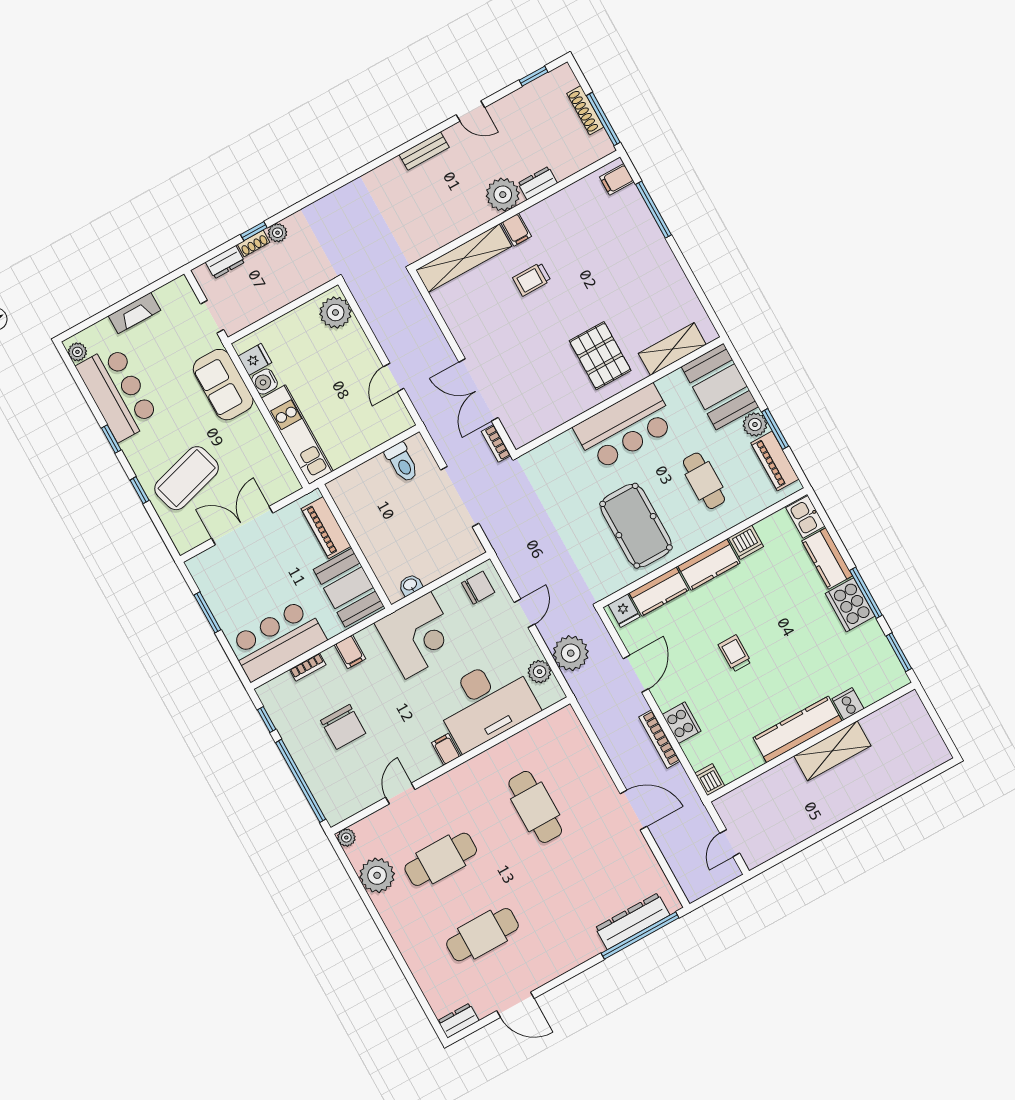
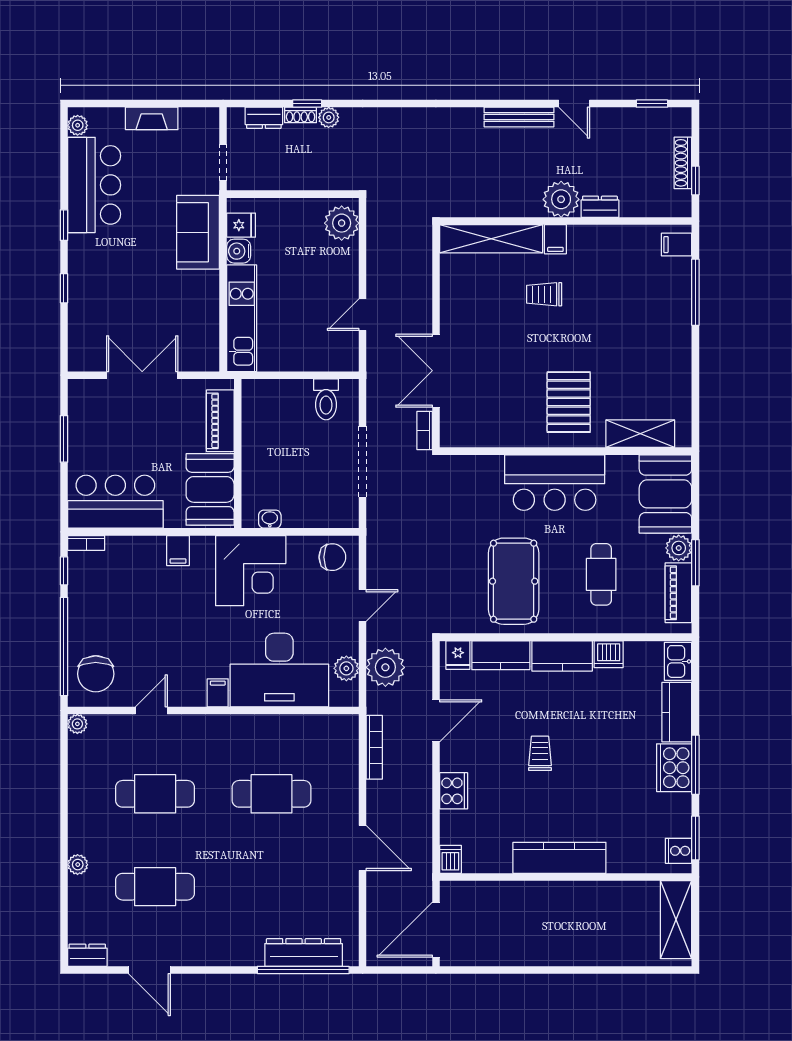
window: (603, 119) -> (695, 180), width x0.46
bench: (424, 151) -> (519, 117), width x1.36
coffee table: (187, 478) -> (115, 301), removed
bookcase: (308, 667) -> (86, 543), moved
cooker: (848, 704) -> (679, 851), moved, turned -90
chair: (343, 727) -> (96, 674), moved
bookcase: (659, 739) -> (374, 747), moved, turned 180
shelving: (832, 751) -> (676, 920), moved, turned 90
cafe table: (535, 807) -> (271, 794), turned 90
door: (730, 843) -> (436, 930), width x1.87
plant: (377, 875) -> (78, 865), moved, width x0.53, depth x0.53

